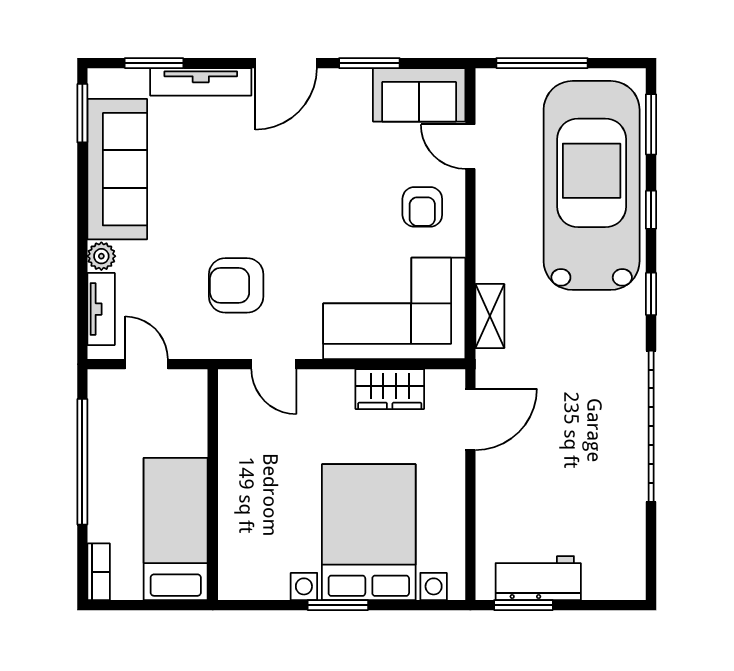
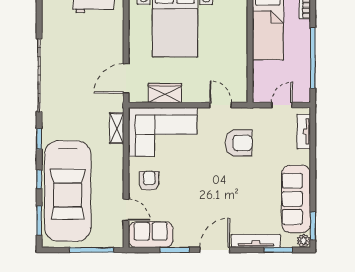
plant: (101, 256) -> (304, 241), moved
door: (146, 364) -> (282, 105), swing flipped

